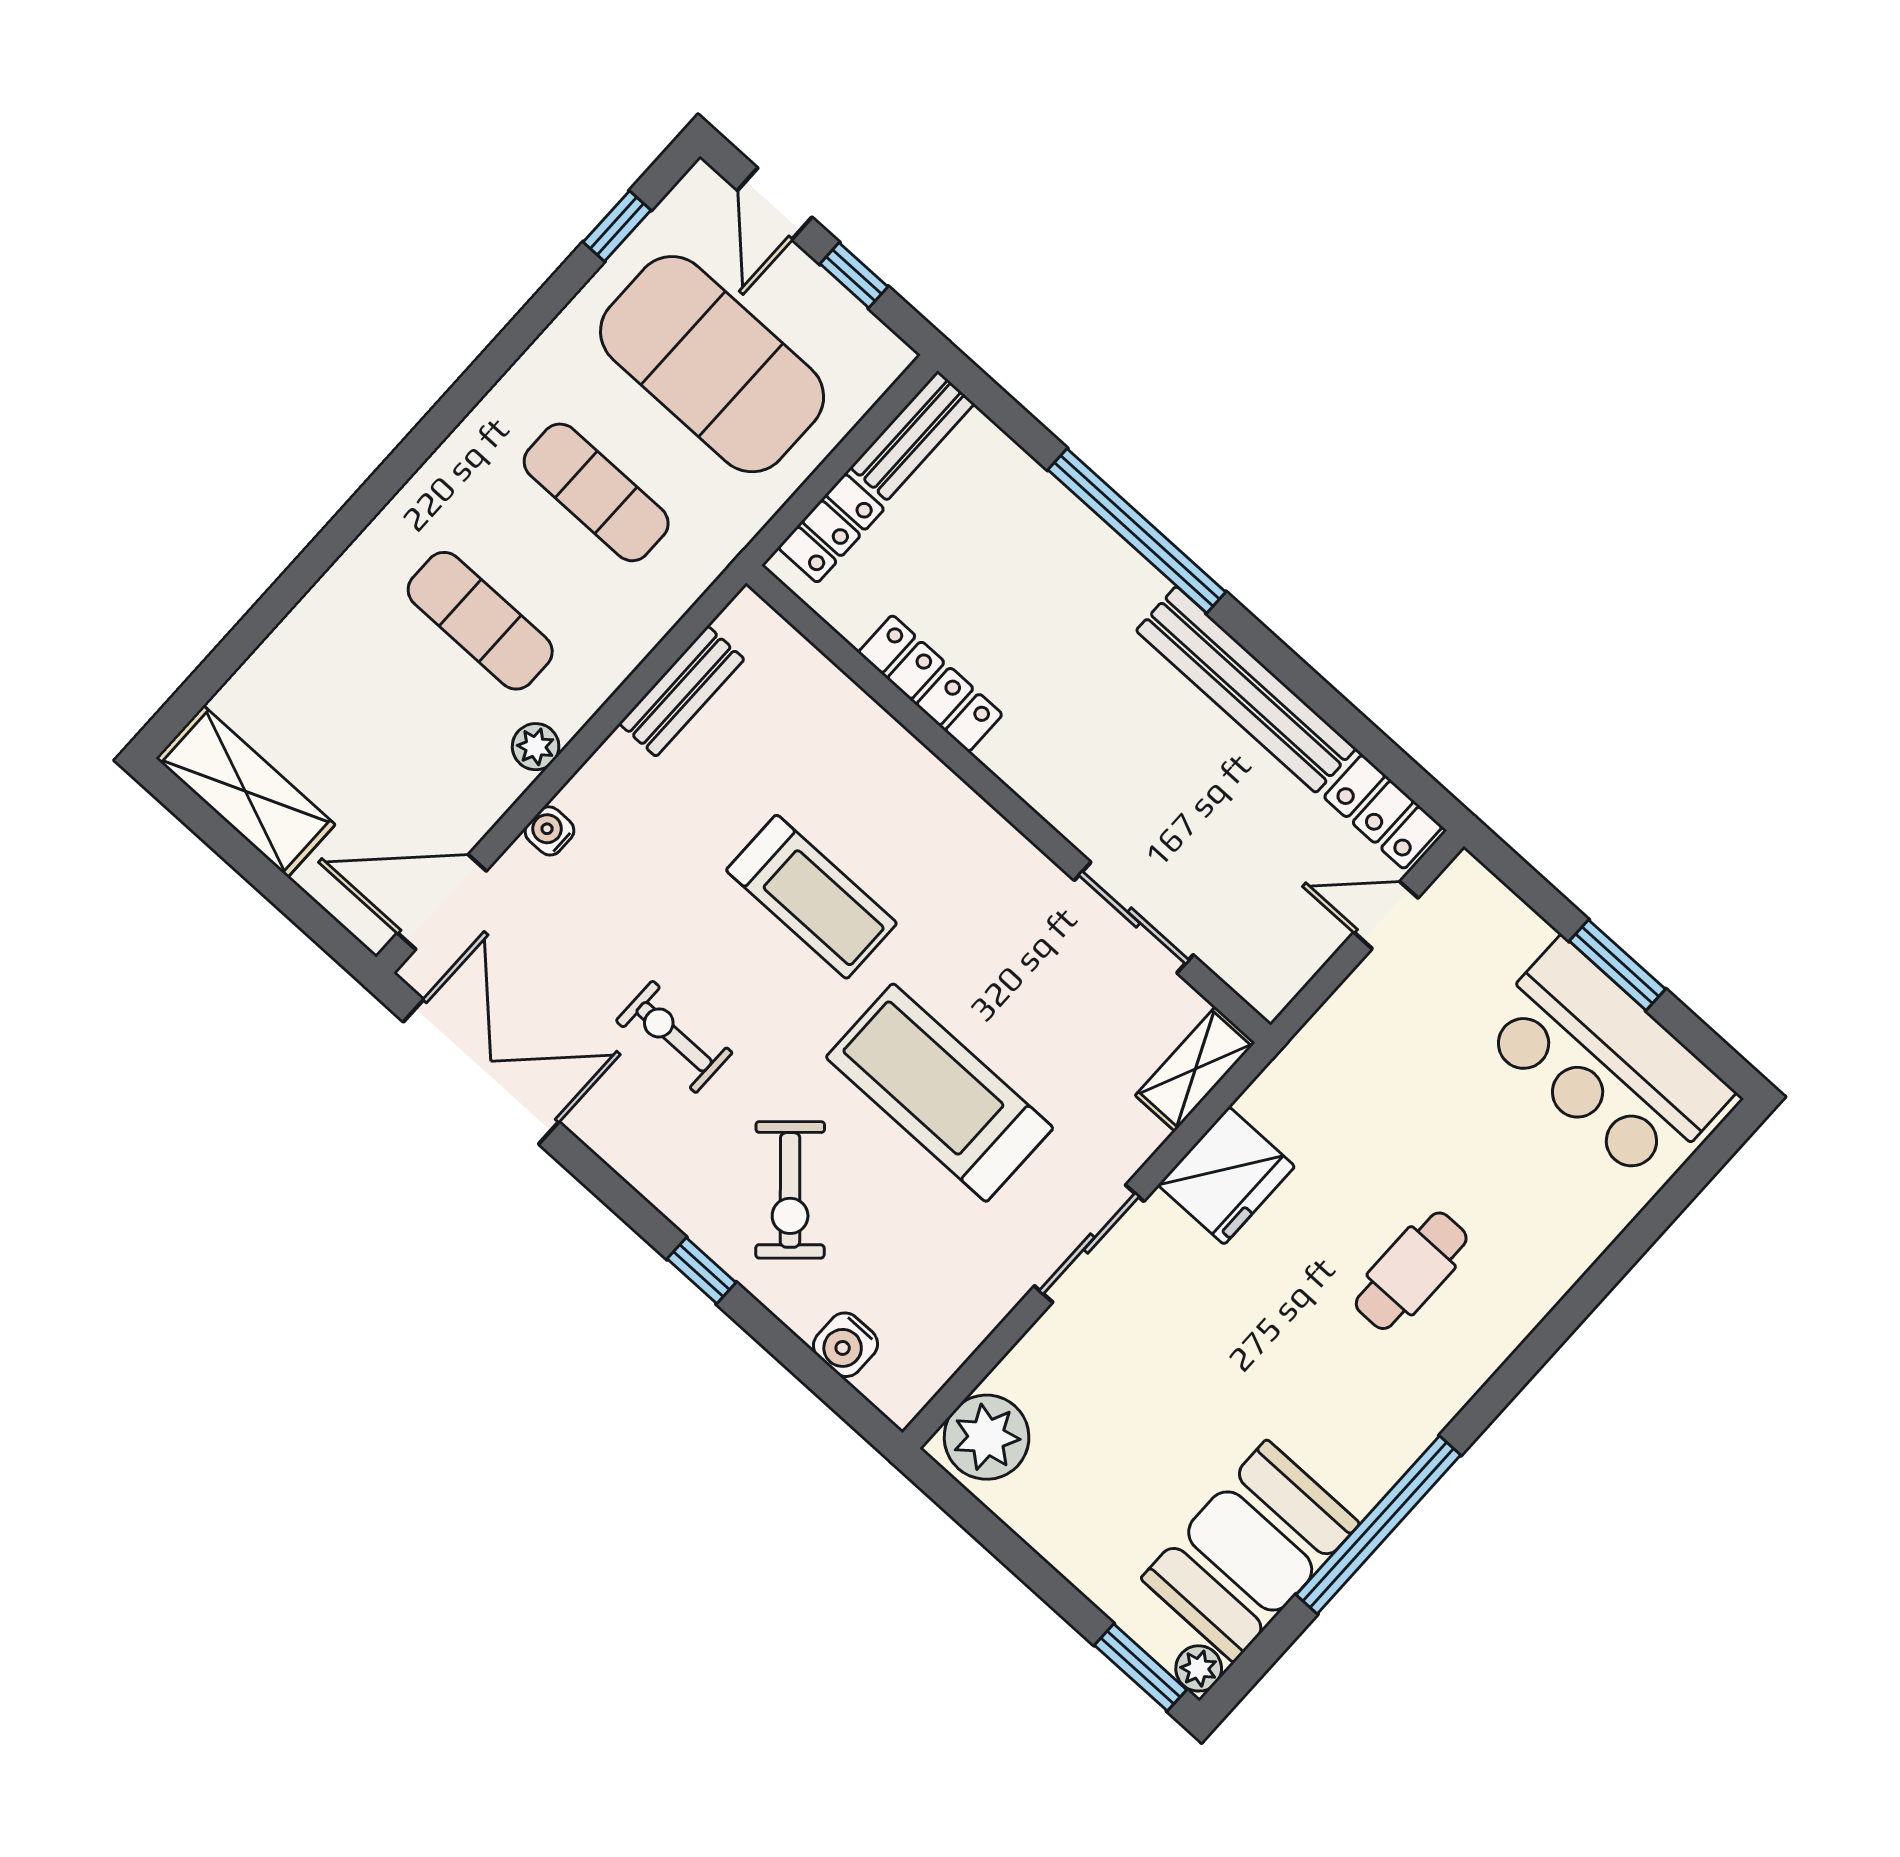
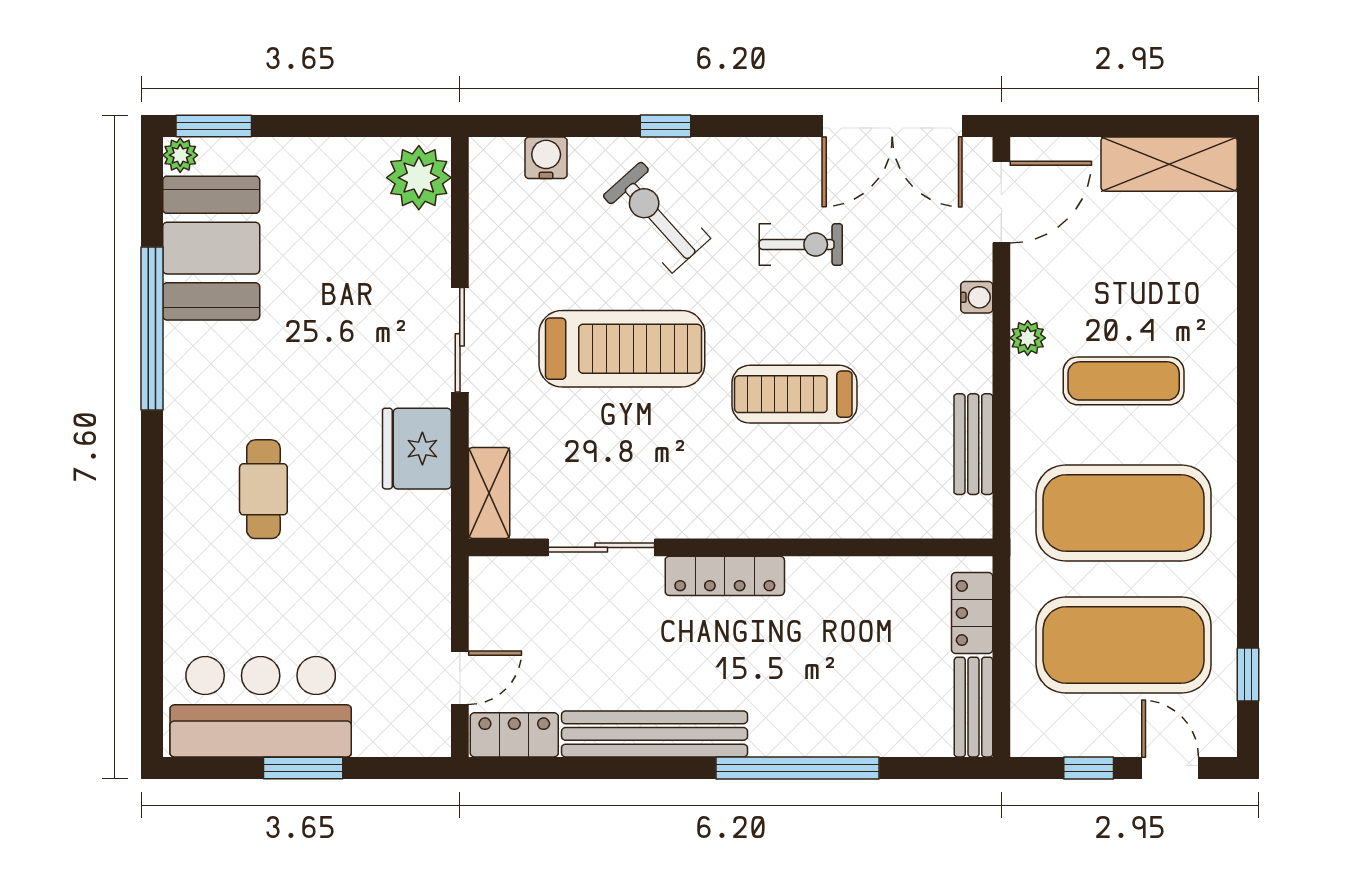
exercise mat: (596, 492) -> (1124, 513), width x2.00, depth x1.45
locker: (930, 683) -> (725, 576), moved

